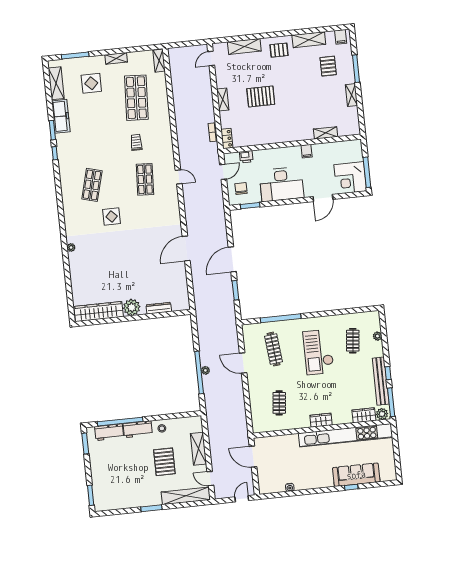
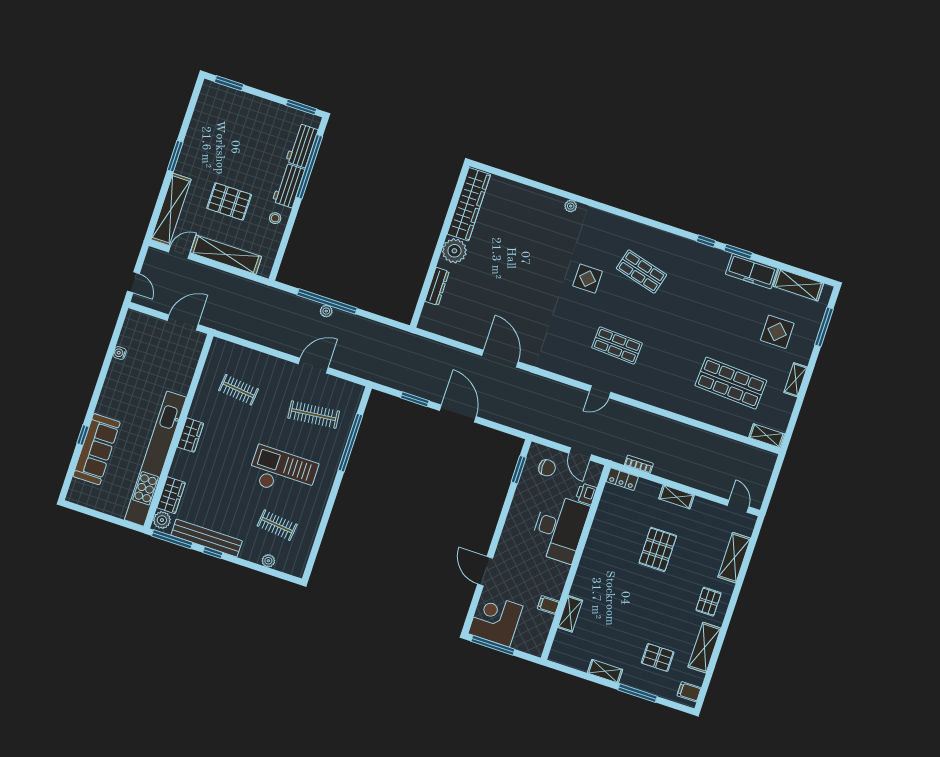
trolley: (136, 142) -> (671, 356), removed
filing cabinet: (307, 151) -> (548, 605), moved
desk: (282, 184) -> (559, 529), moved, turned 180
shelving: (198, 449) -> (226, 255), width x1.47

